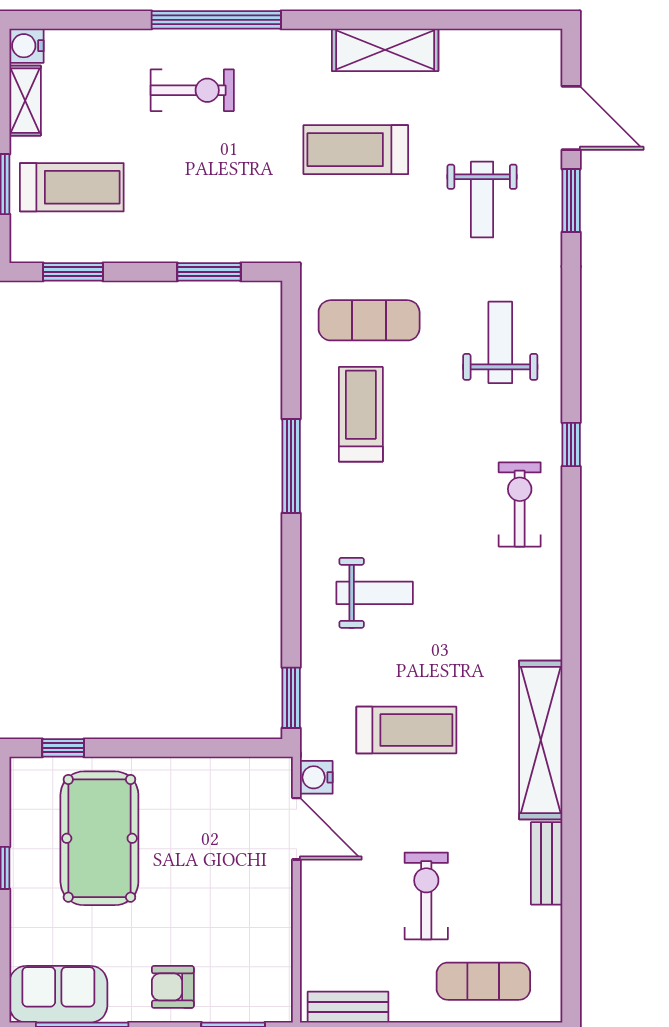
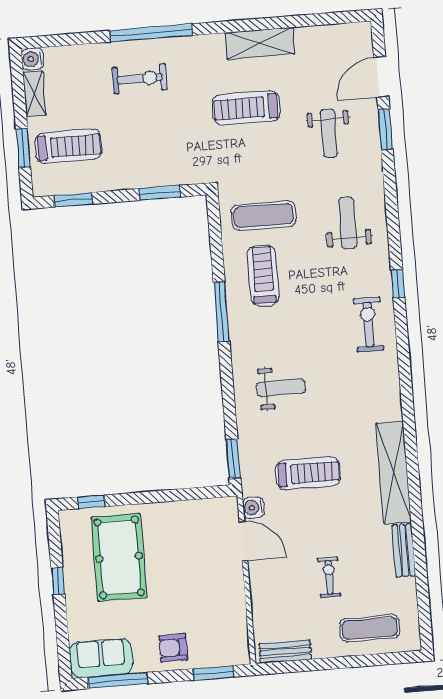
door: (571, 118) -> (381, 77), swing flipped
exercise bike: (426, 896) -> (329, 577), width x0.73, depth x0.72

